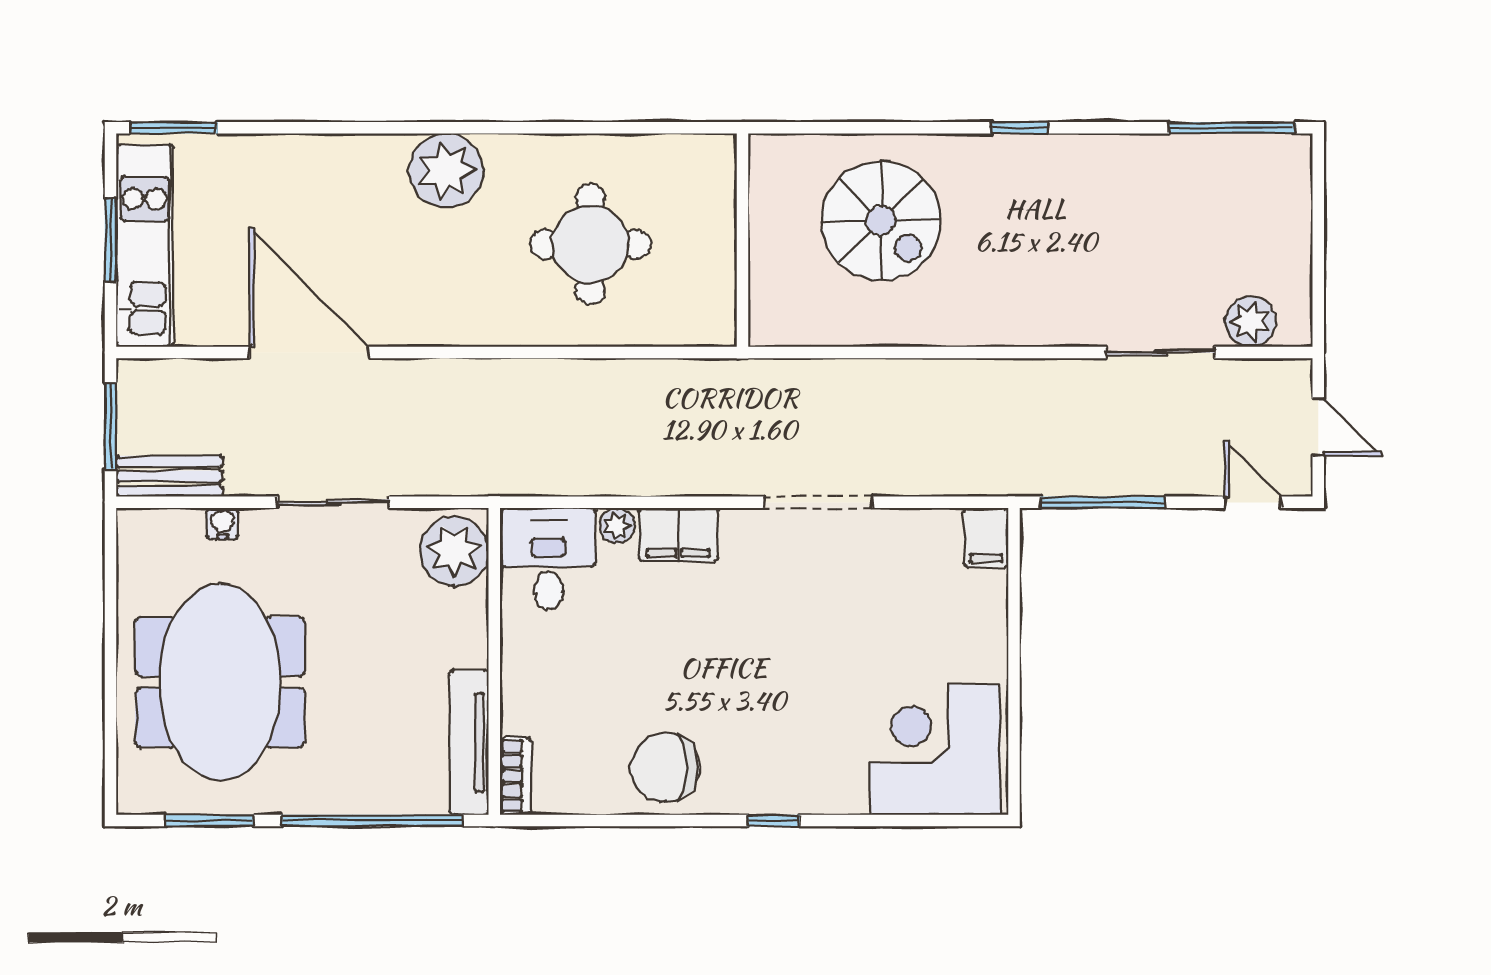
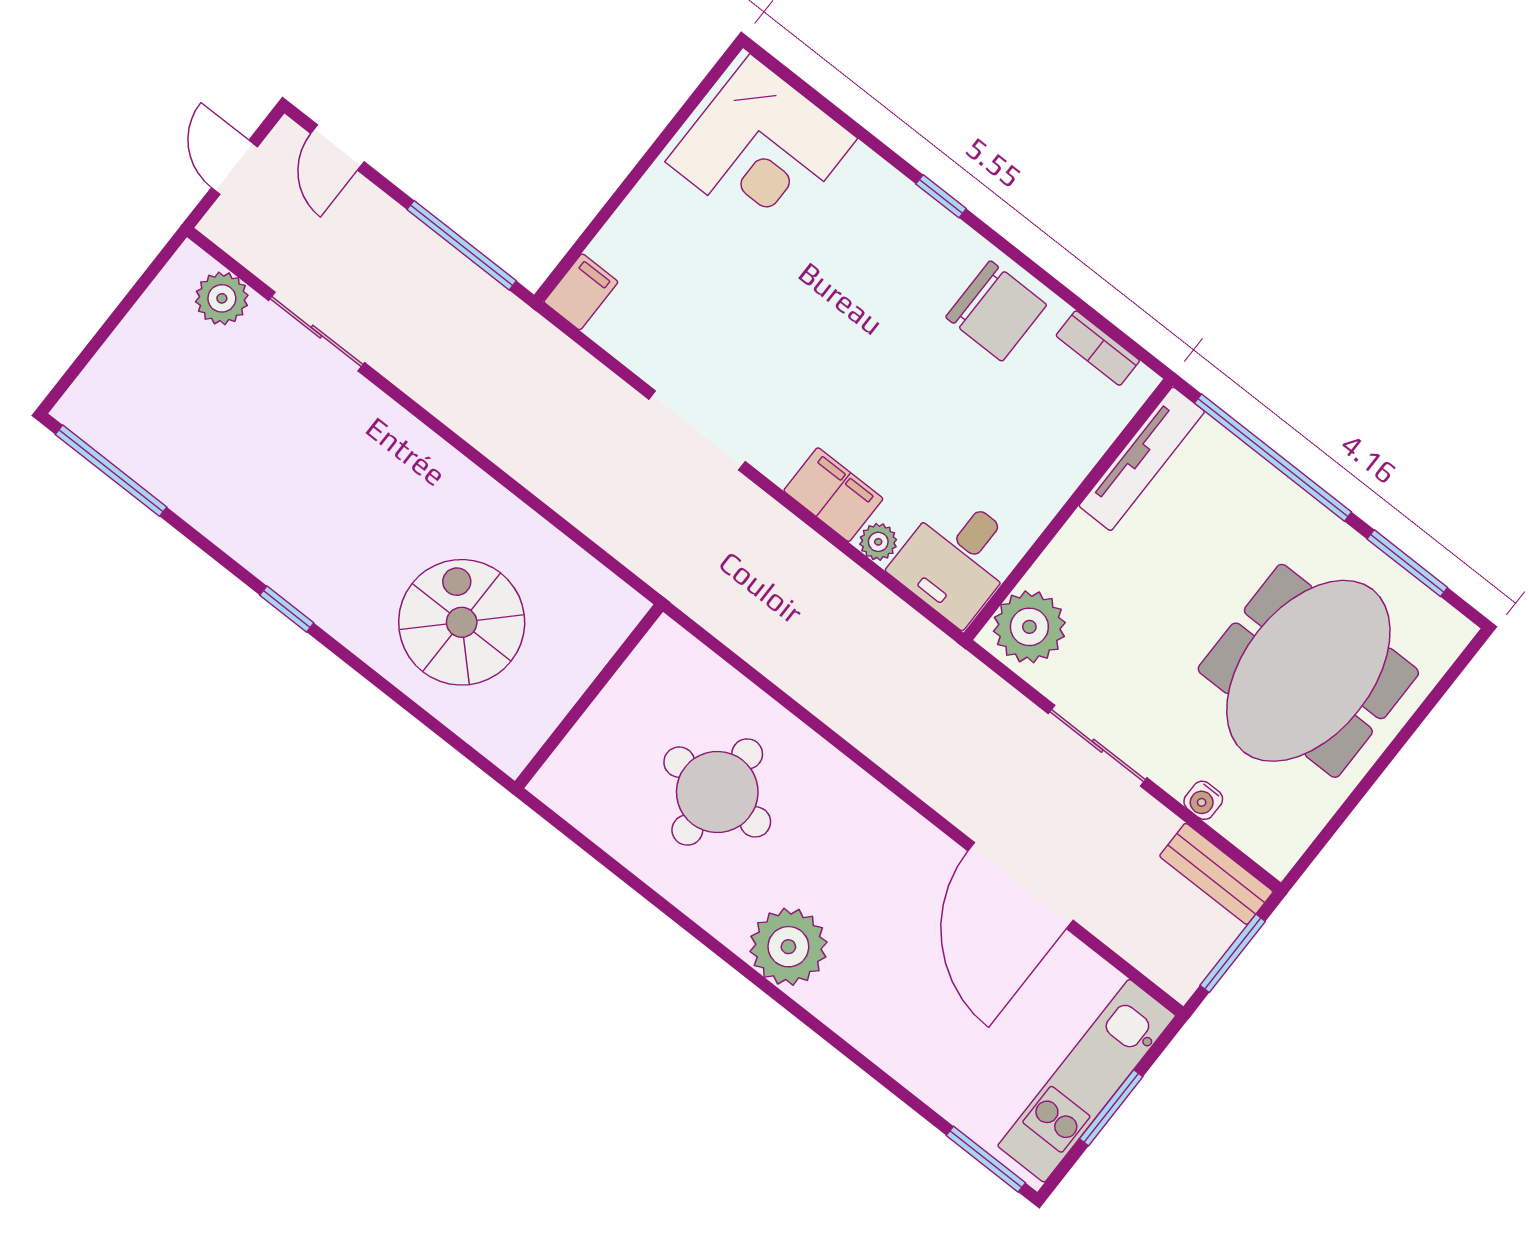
bookcase: (516, 776) -> (1098, 348), moved, turned -90

